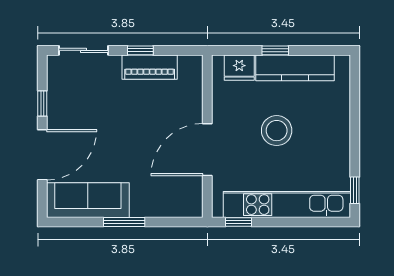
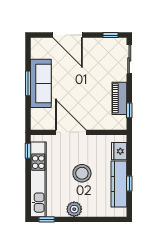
window: (140, 50) -> (129, 110), moved
window: (275, 50) -> (129, 184), moved
window: (42, 104) -> (110, 35), moved
plant: (338, 144) -> (74, 209), added
sofa: (88, 200) -> (41, 83), moved

